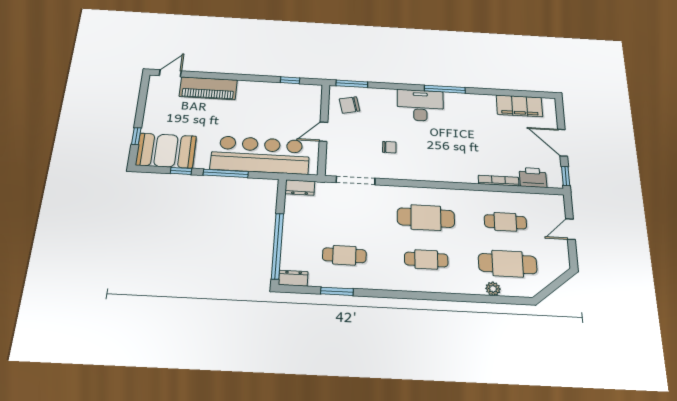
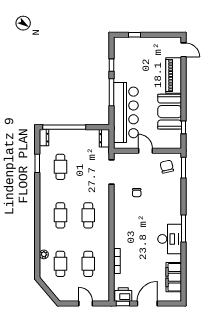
desk: (420, 105) -> (170, 239), moved
booth: (166, 151) -> (170, 112), moved
printer: (533, 178) -> (123, 295), moved, turned -90
cafe table: (426, 218) -> (88, 215), width x0.73, depth x0.74
cafe table: (508, 264) -> (60, 264), width x0.73, depth x0.74

